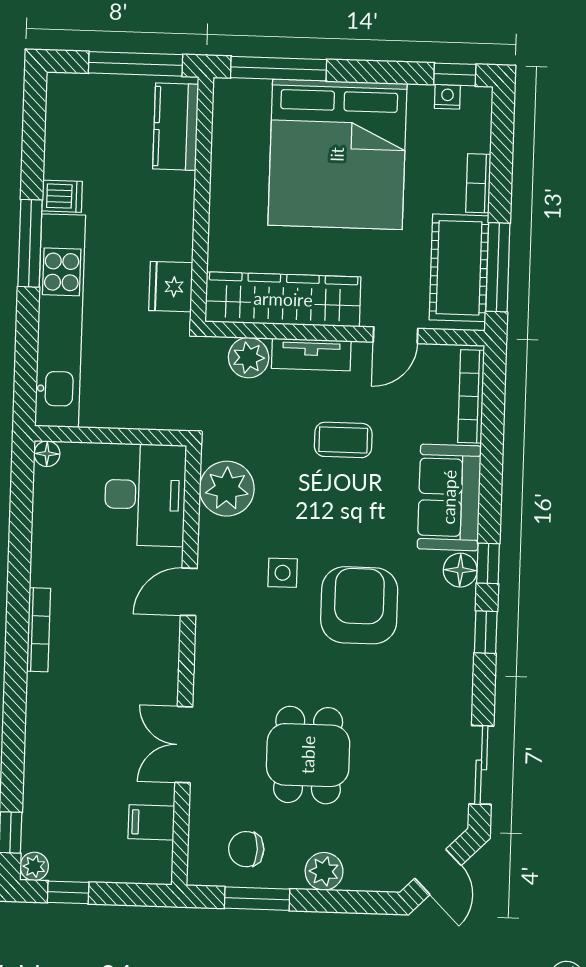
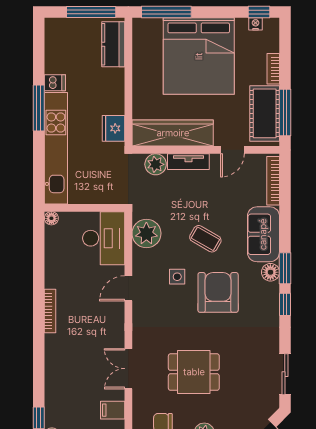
coffee table: (343, 440) -> (205, 239), moved, turned 30
window: (488, 563) -> (285, 268), width x1.50
dining table: (308, 755) -> (194, 372), turned 90

